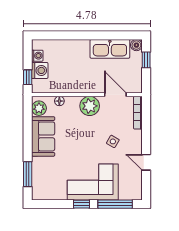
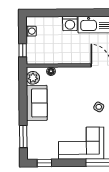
washing machine: (40, 70) -> (70, 24), moved, turned 90
plant: (90, 106) -> (78, 75), removed
window: (82, 204) -> (44, 163), moved

